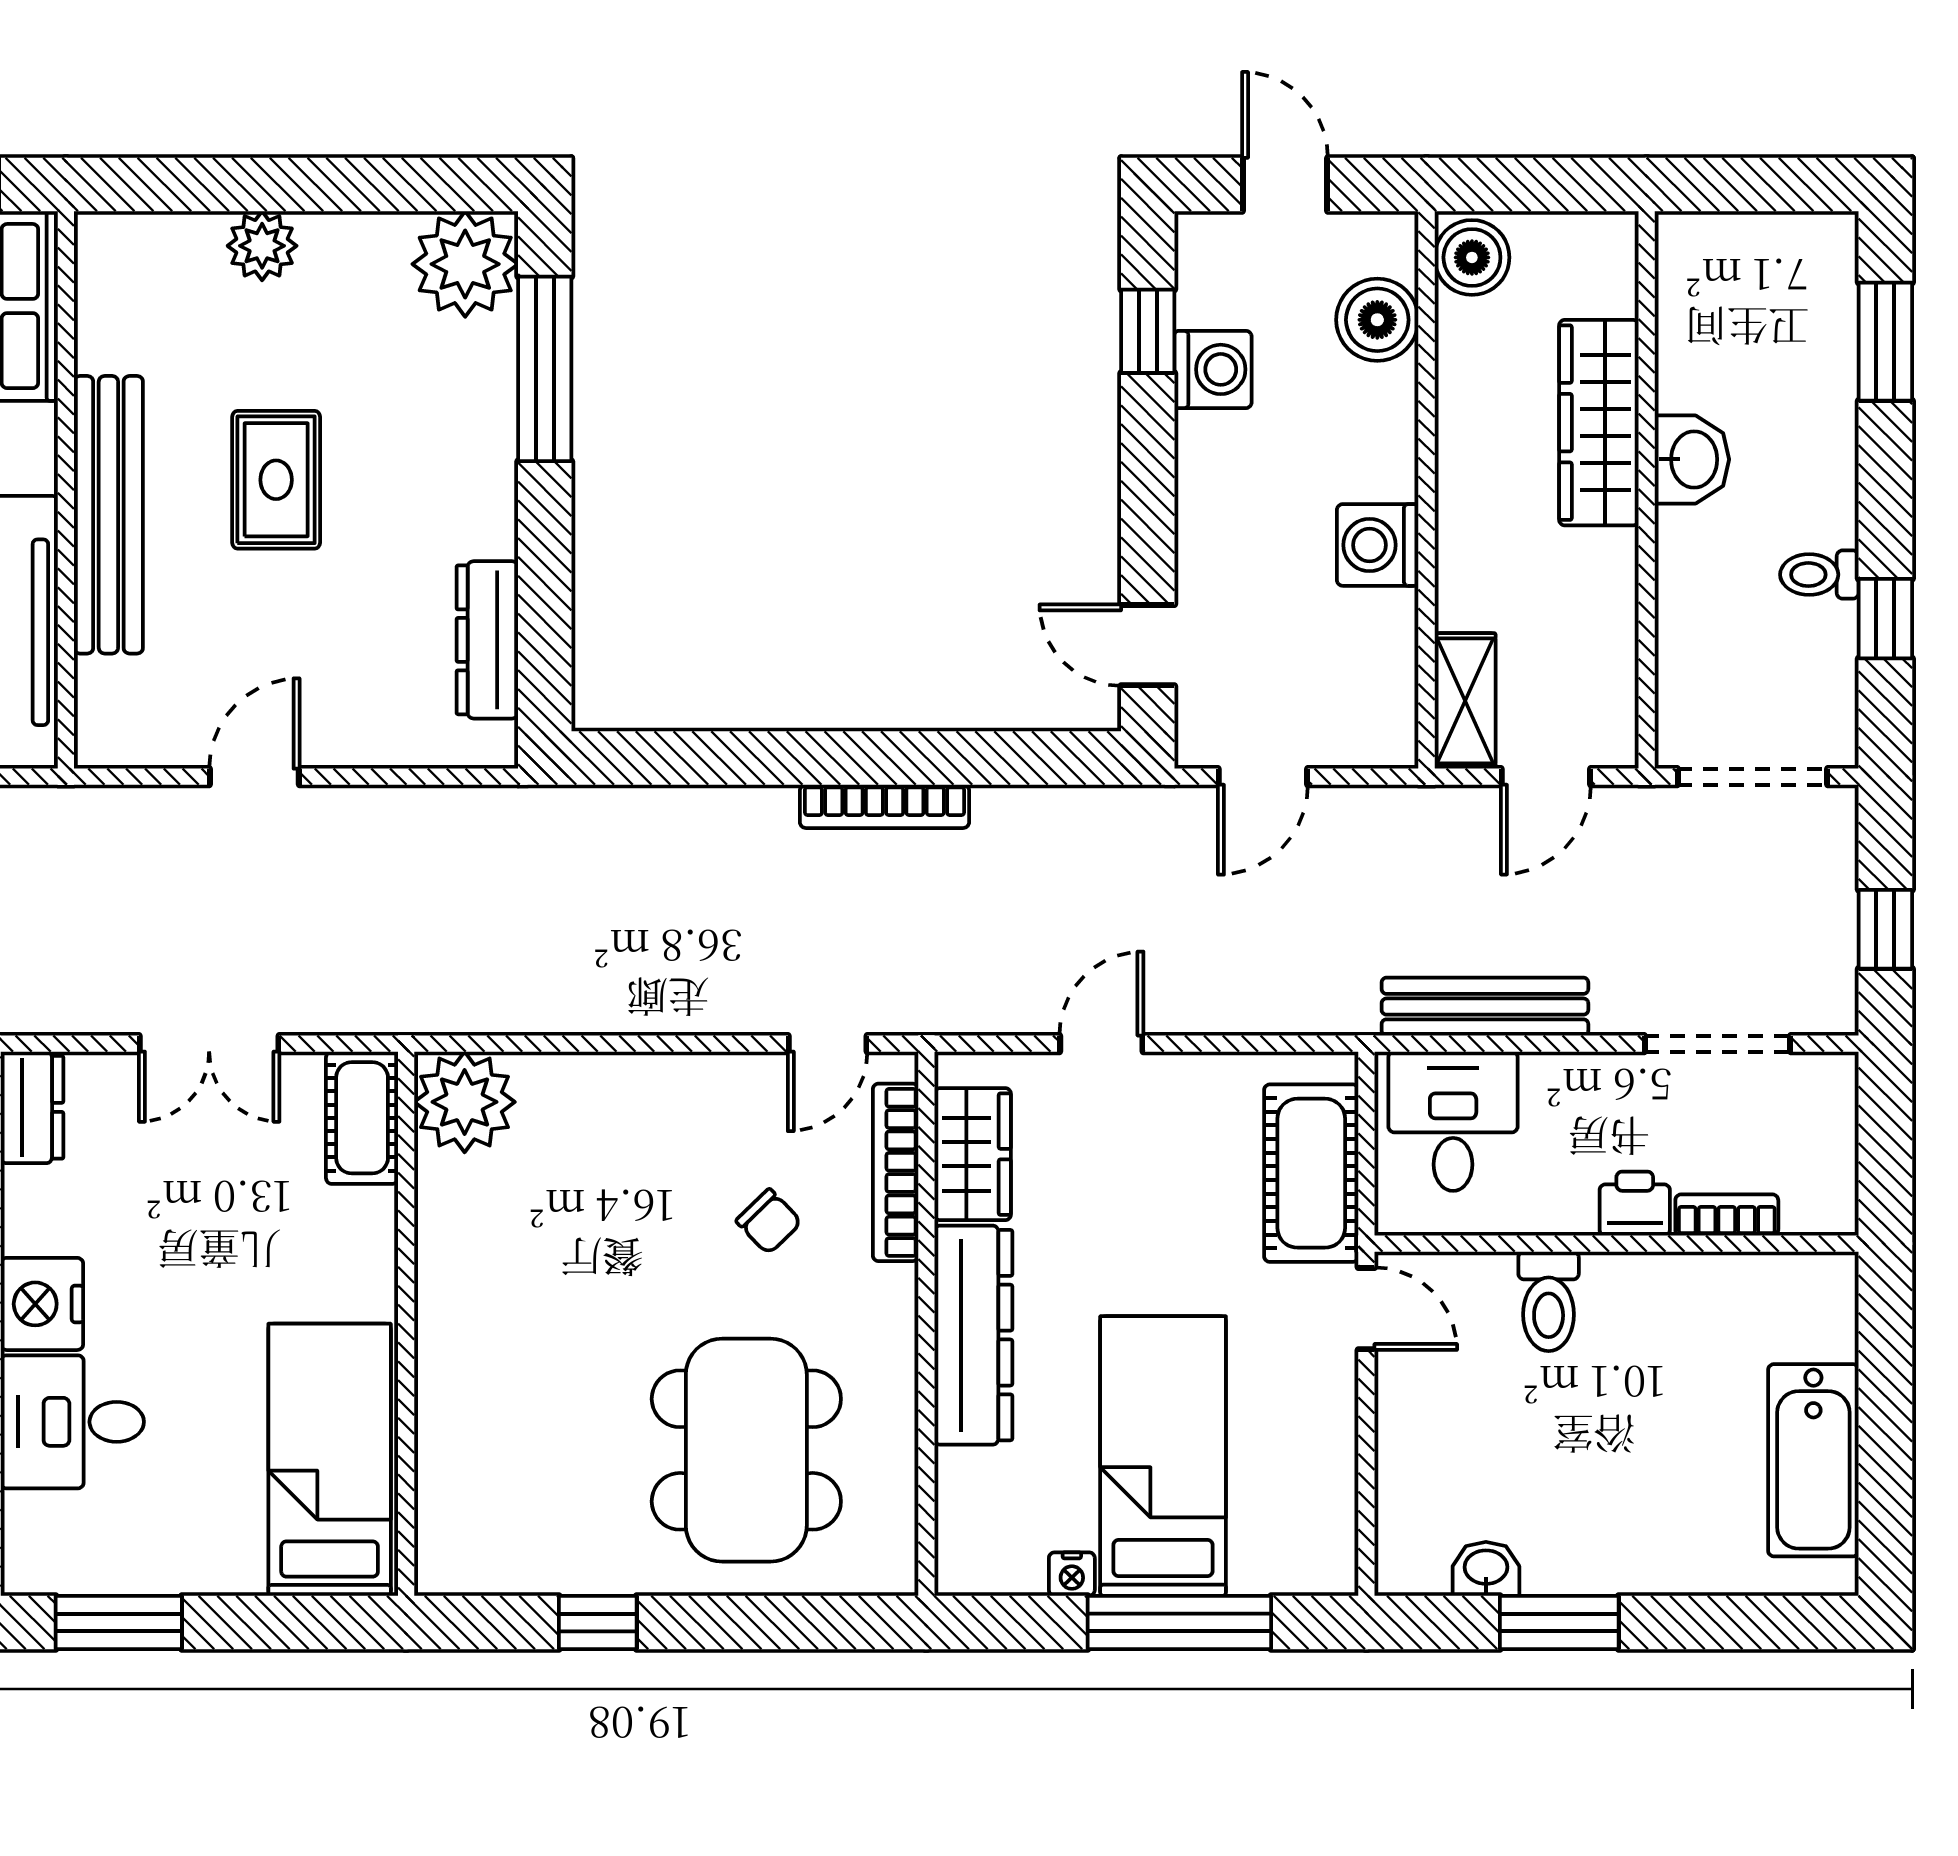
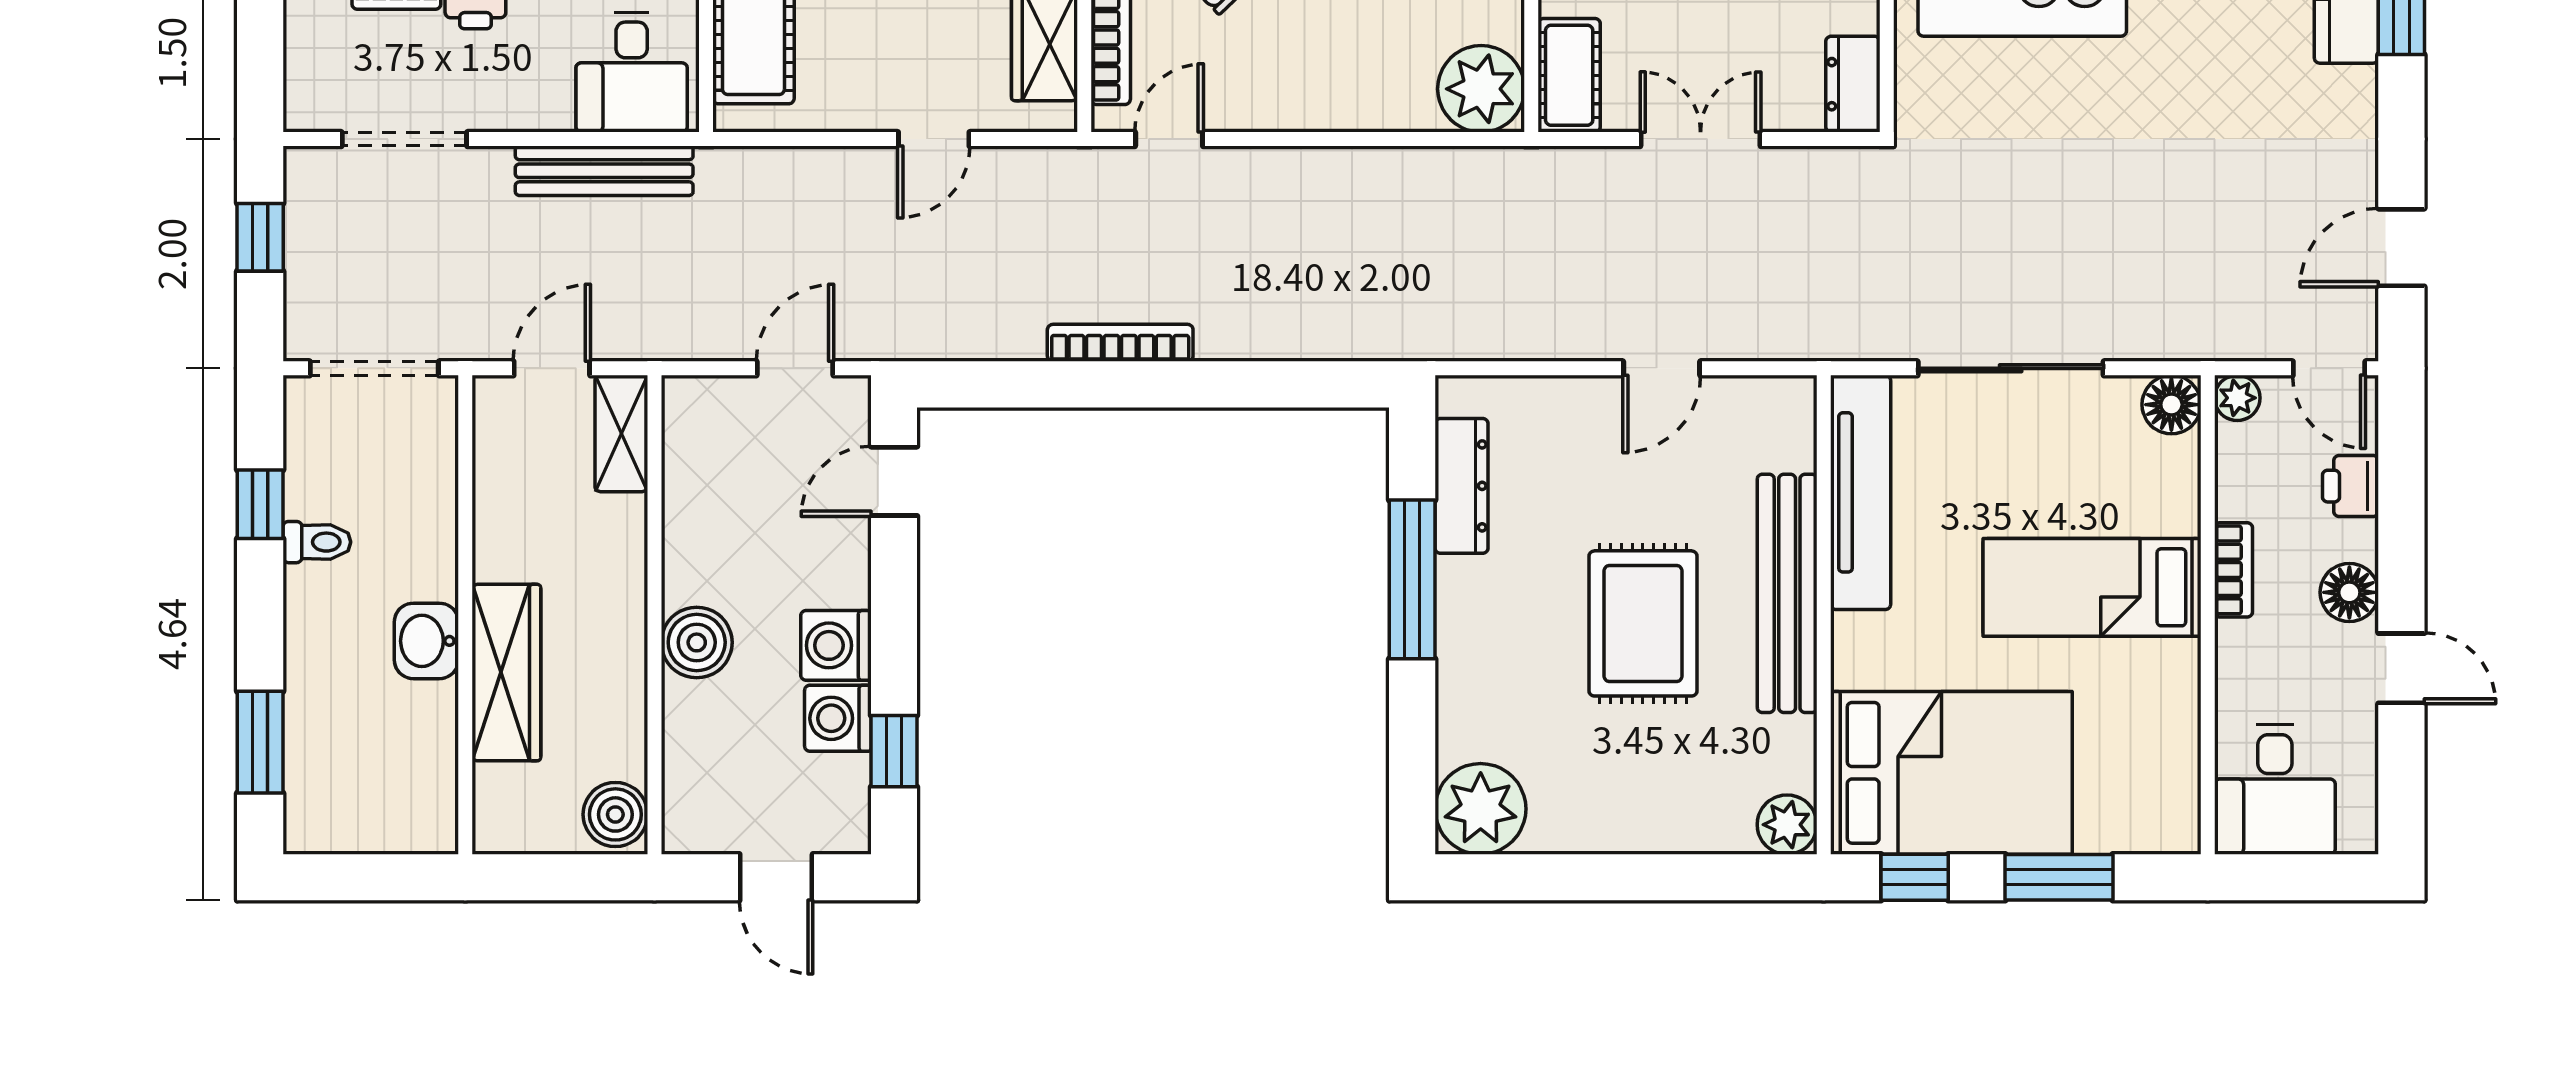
plant: (262, 246) -> (1787, 825), moved
boiler: (1377, 320) -> (697, 642), moved
window: (545, 369) -> (1412, 579), moved
rug: (276, 480) -> (1643, 623), width x1.36, depth x1.43
washing machine: (1378, 545) -> (836, 645), moved, turned 180
door: (1148, 645) -> (894, 481), swing flipped

